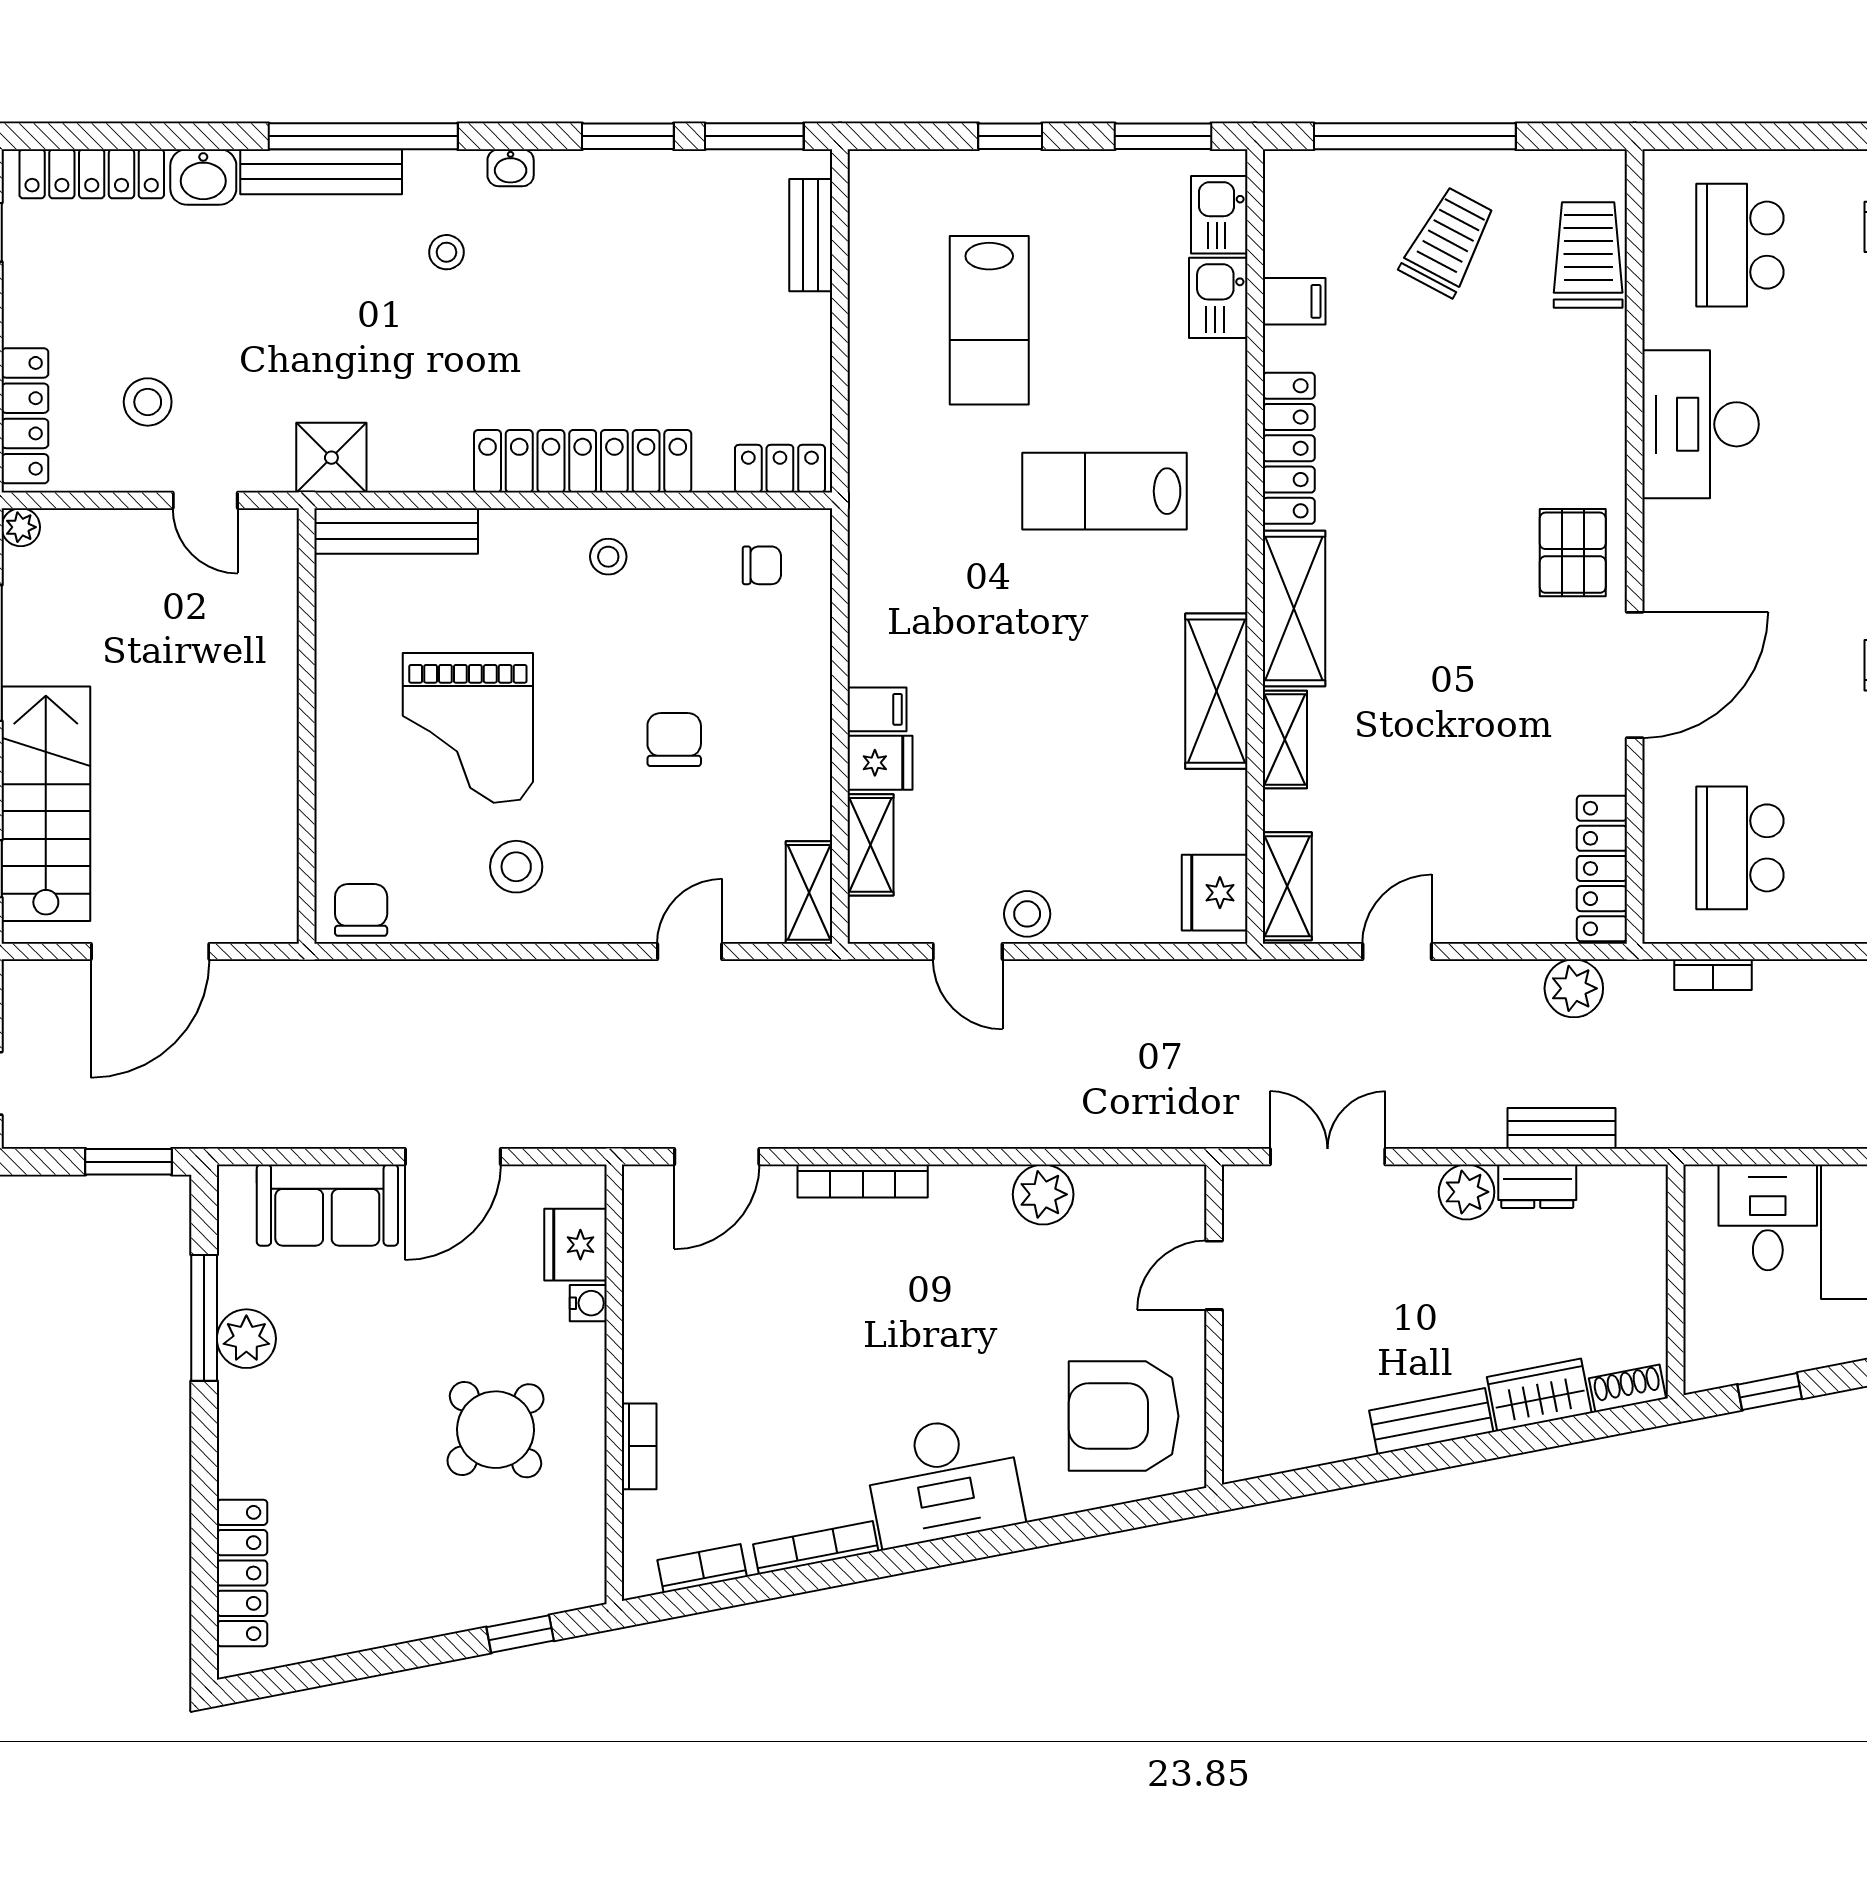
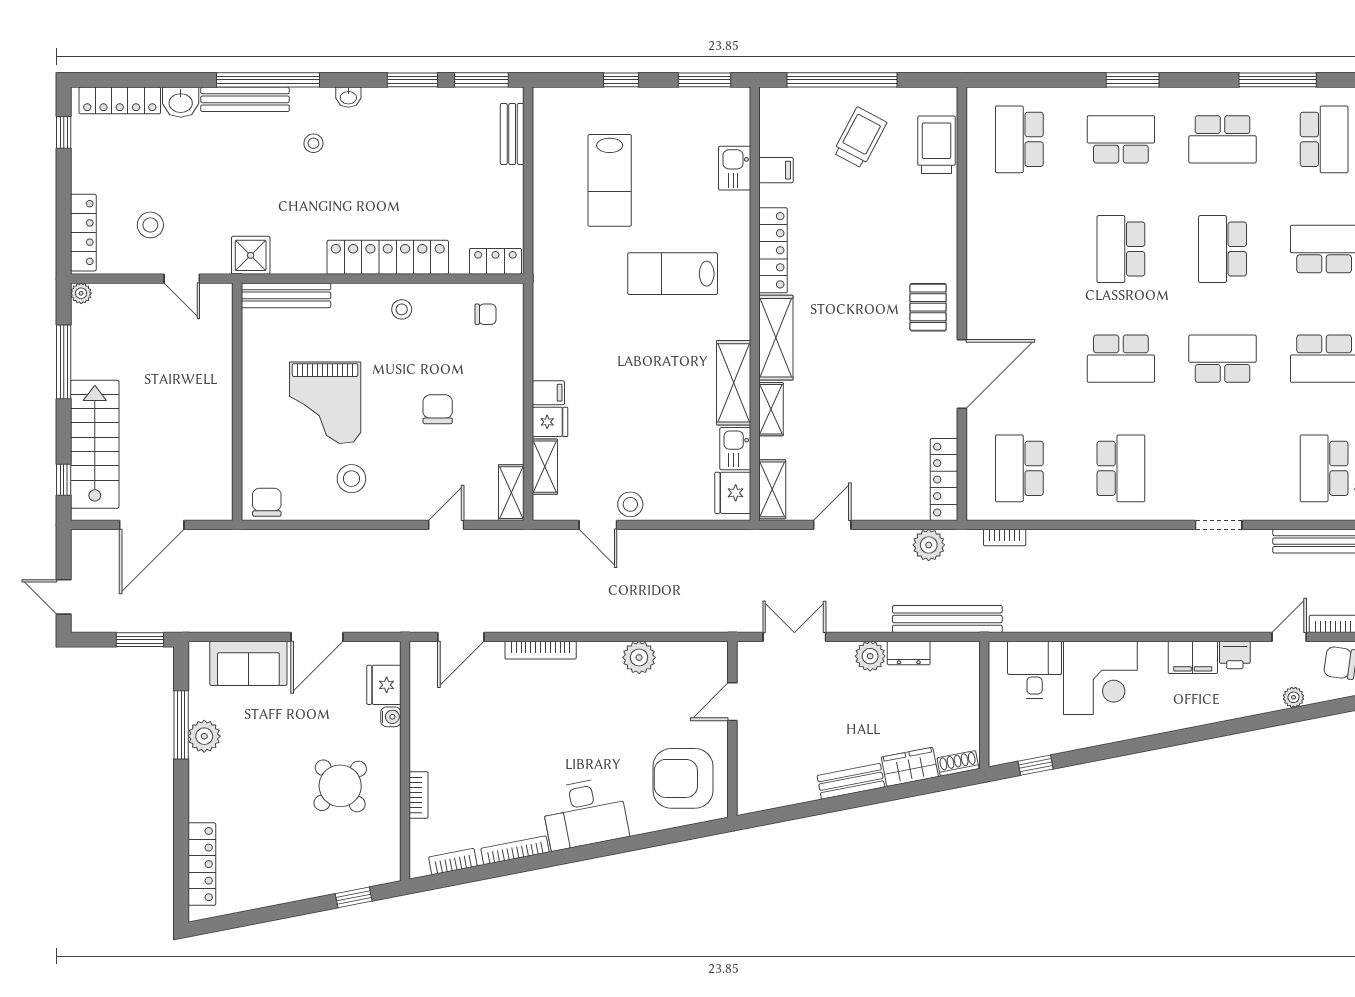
kitchen sink: (1219, 215) -> (735, 449), moved
desk: (1700, 424) -> (998, 237), removed
bench: (1562, 1128) -> (947, 619), width x1.86, depth x1.21

